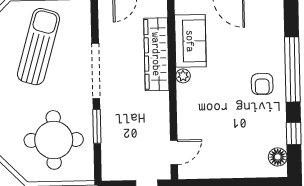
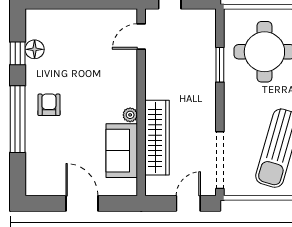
doorway: (96, 71) -> (220, 160), moved
floor lamp: (278, 157) -> (35, 49), moved

